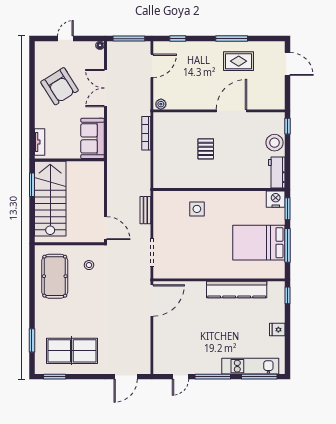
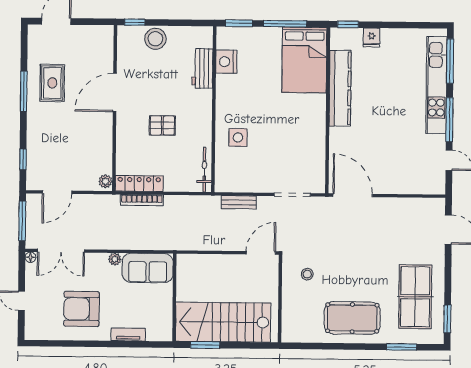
door: (152, 66) -> (57, 192), swing flipped
armchair: (60, 86) -> (81, 309), turned -148
double door: (105, 88) -> (61, 251), moved
door: (231, 111) -> (115, 93), hinge flipped
plant: (99, 112) -> (115, 259), added
locker: (159, 131) -> (139, 183), added
tv unit: (40, 142) -> (128, 334), moved
workbench: (277, 172) -> (202, 68), moved, turned 90
bicycle: (171, 183) -> (204, 170), added
nightstand: (276, 199) -> (226, 62), moved
bed: (259, 243) -> (304, 60), moved
pool table: (55, 276) -> (352, 318), moved
fridge: (277, 330) -> (372, 37), moved
kitchen unit: (250, 366) -> (437, 85), width x1.36

